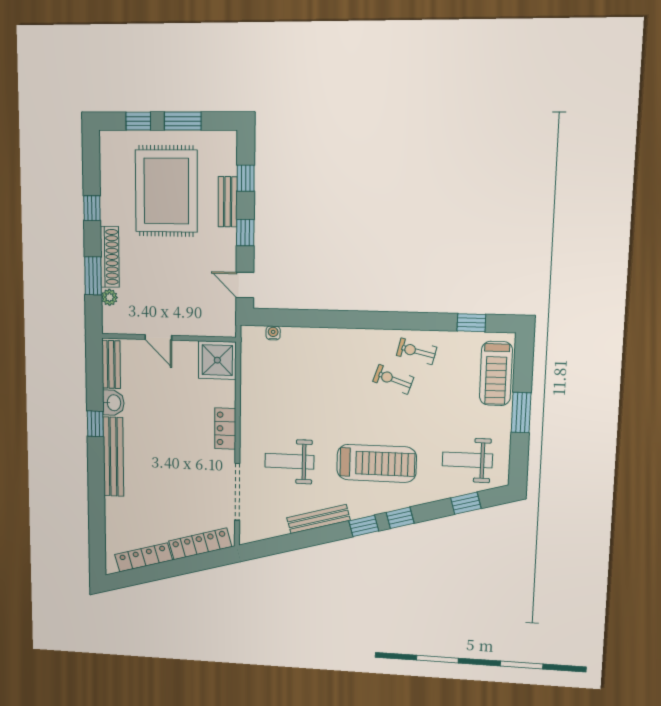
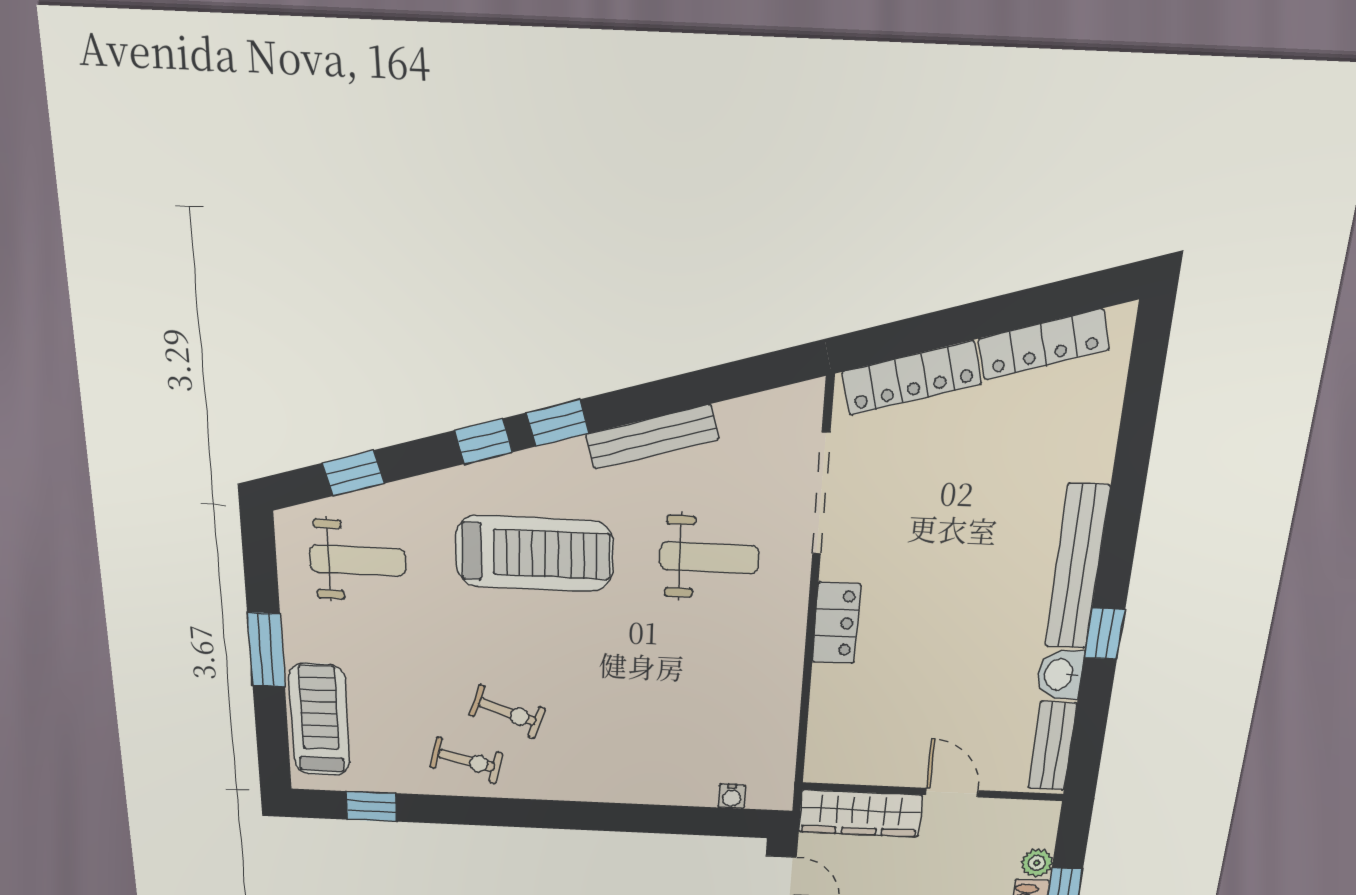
wardrobe: (205, 324) -> (860, 813), added
shower: (217, 360) -> (841, 751), removed
treadmill: (377, 463) -> (535, 554), turned 180

